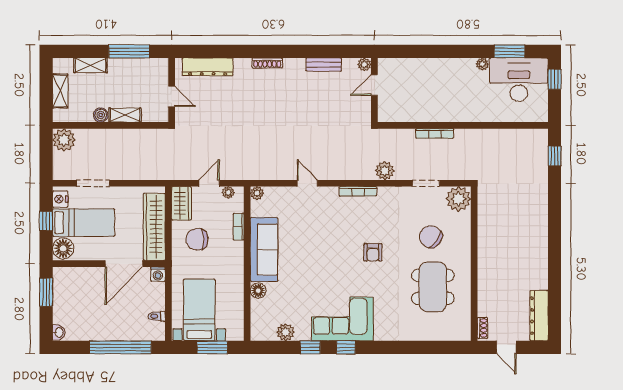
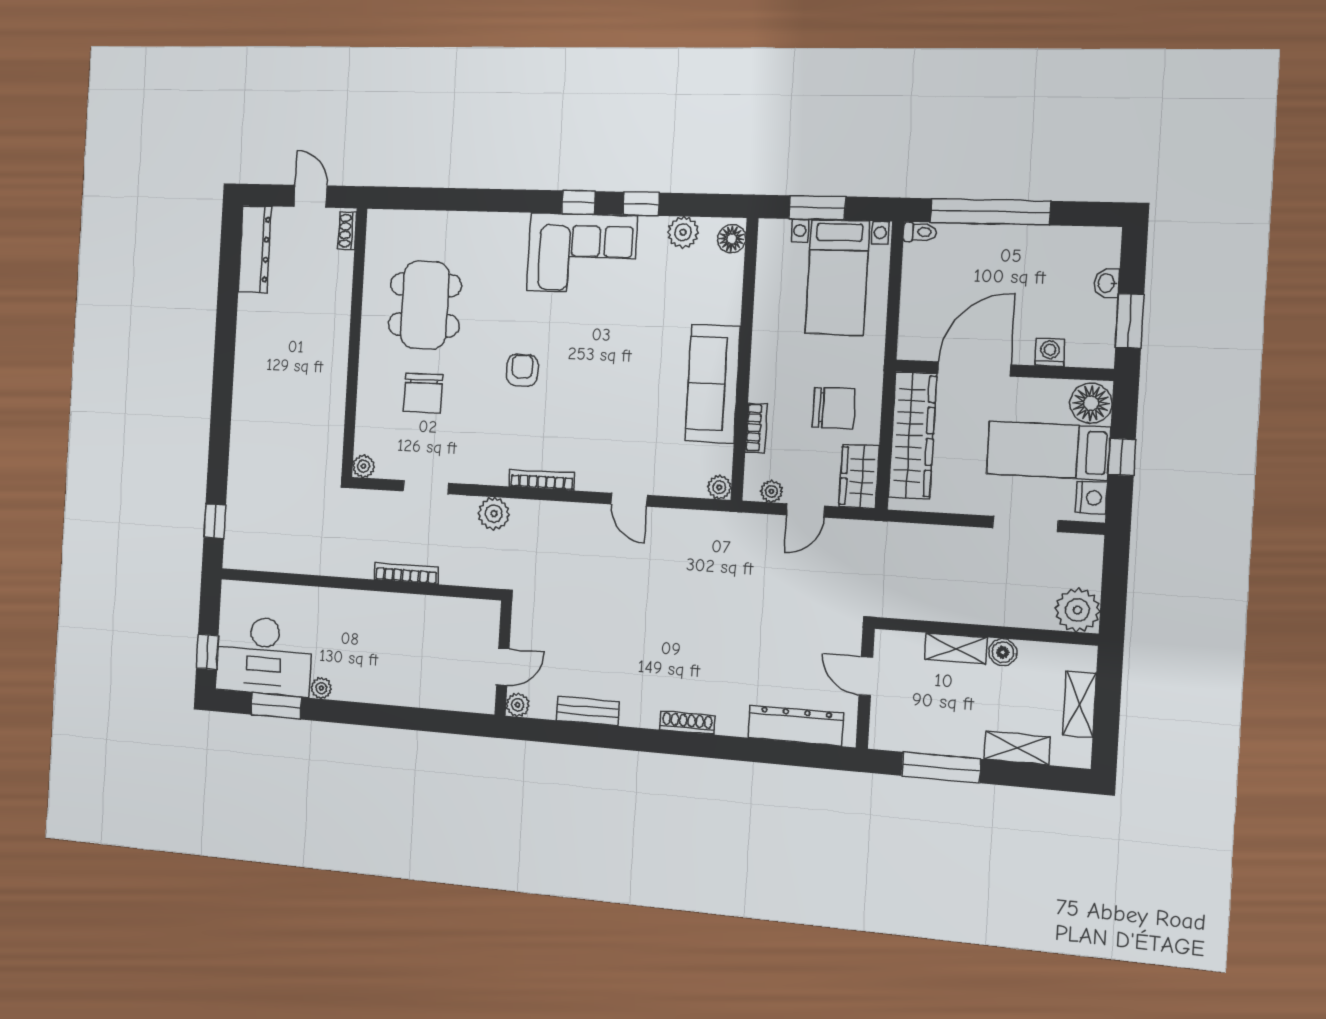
plant: (458, 199) -> (363, 466), width x0.53, depth x0.53
chair: (431, 237) -> (423, 393), turned 55
washing machine: (158, 274) -> (1050, 352), moved
floor lamp: (258, 291) -> (732, 239), moved
toilet: (157, 316) -> (920, 232), moved
washbasin: (59, 332) -> (1107, 283), moved

